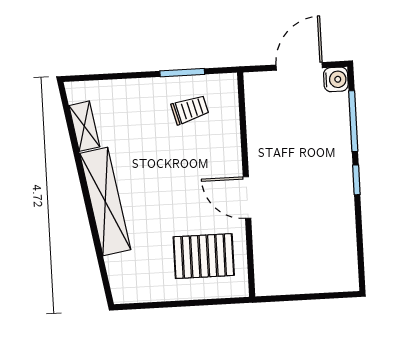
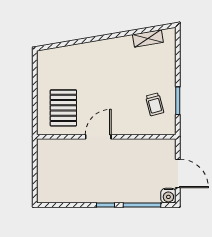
shelving: (105, 201) -> (101, 49), removed

